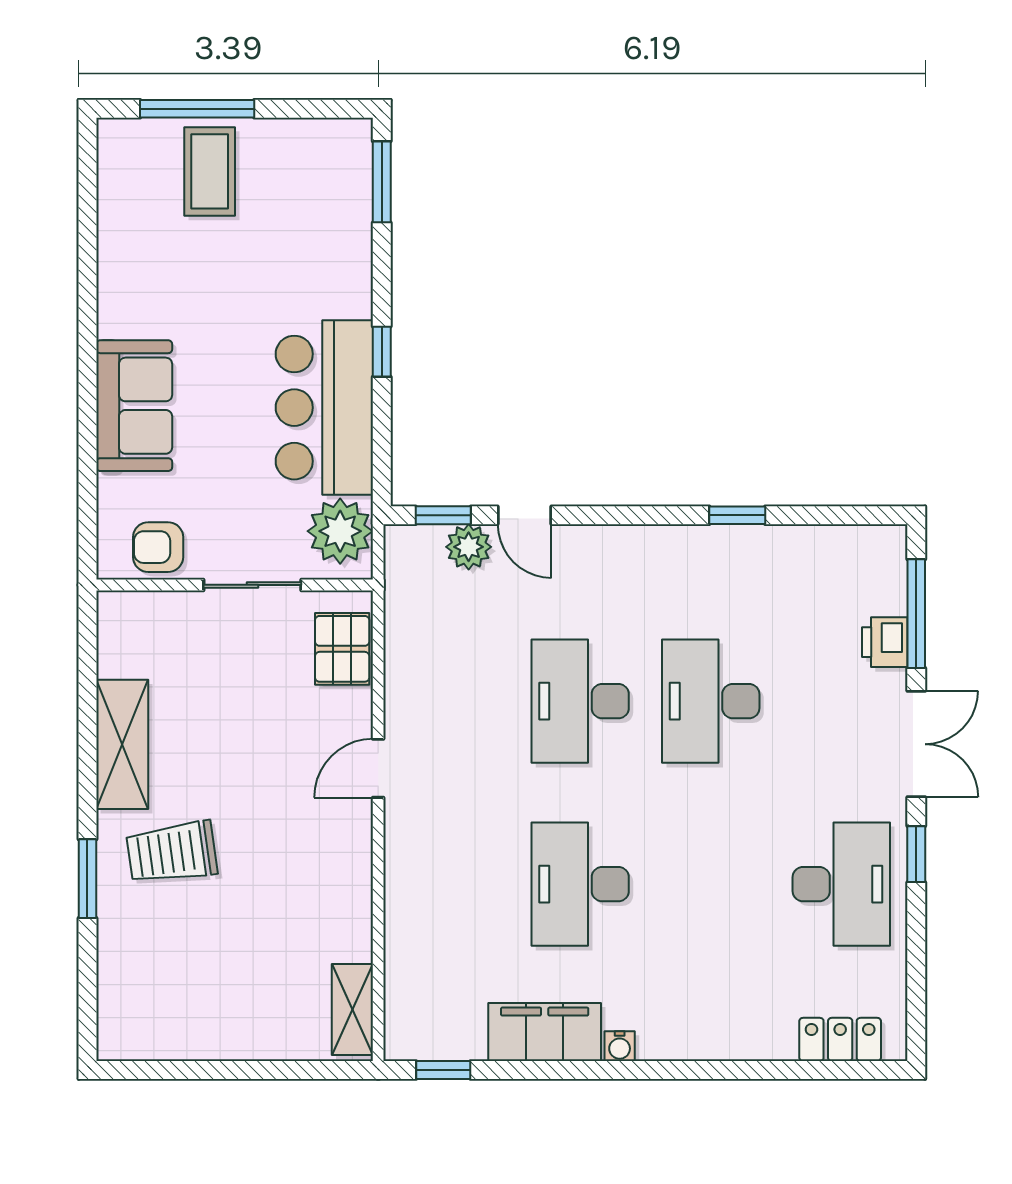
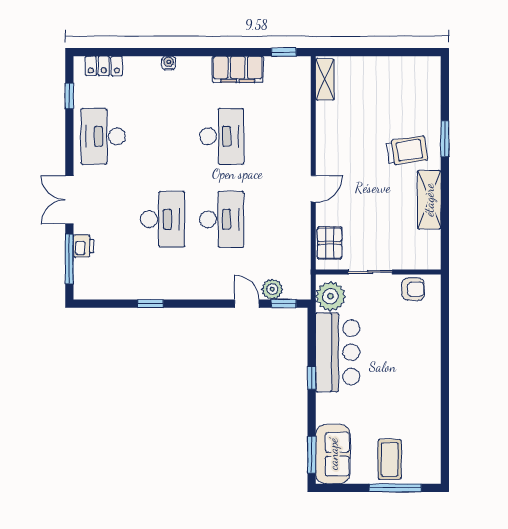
sofa: (134, 406) -> (333, 454), moved, turned 180
window: (916, 854) -> (69, 96), moved
water cooler: (620, 1046) -> (169, 63), moved

